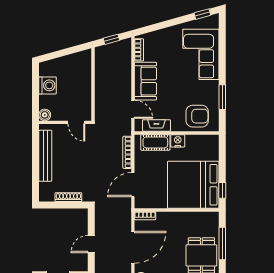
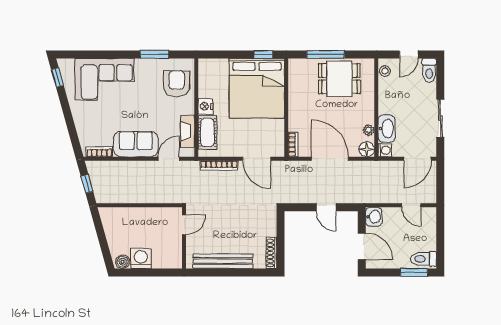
boiler: (45, 115) -> (123, 262), moved
shoe rack: (68, 197) -> (271, 253), moved

